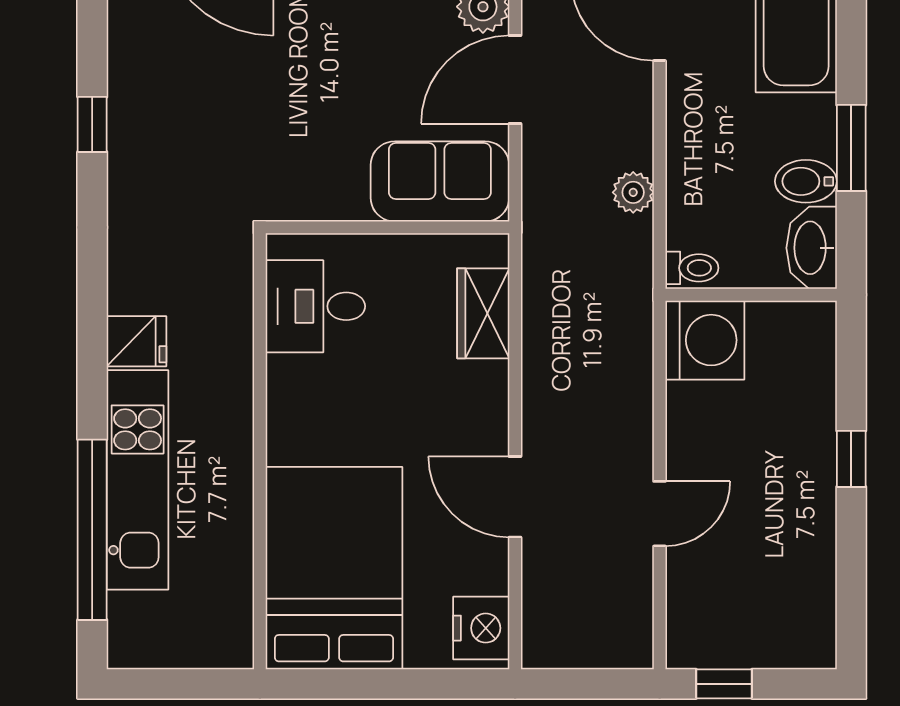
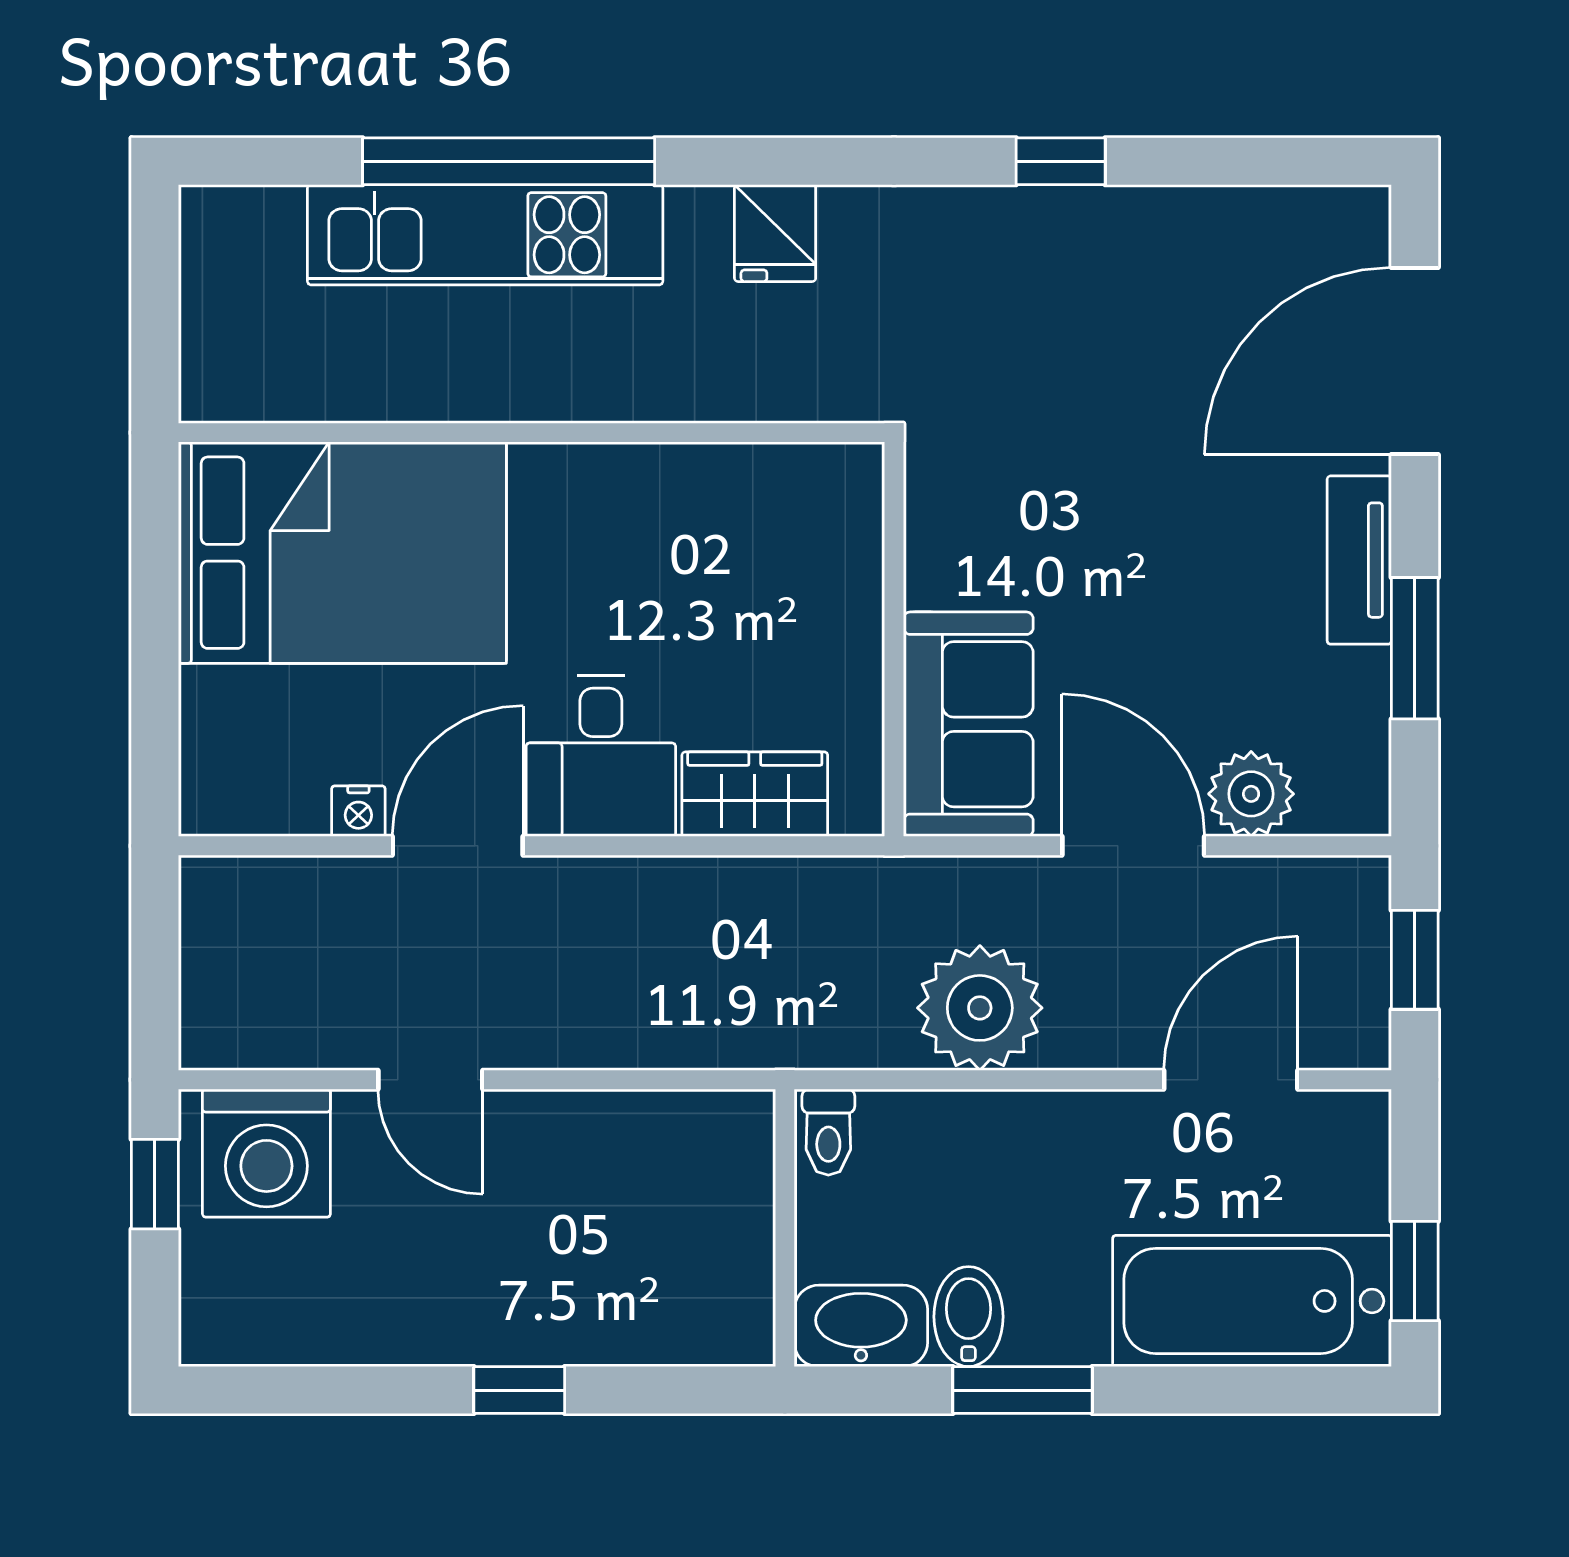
plant: (633, 192) -> (980, 1008), width x1.88, depth x1.88
desk: (315, 306) -> (601, 756), moved, turned 180
washing machine: (705, 340) -> (266, 1153), moved
fridge: (137, 341) -> (775, 233), moved
window: (92, 530) -> (509, 161), moved
nightstand: (481, 628) -> (358, 811), moved, width x0.53, depth x0.56

